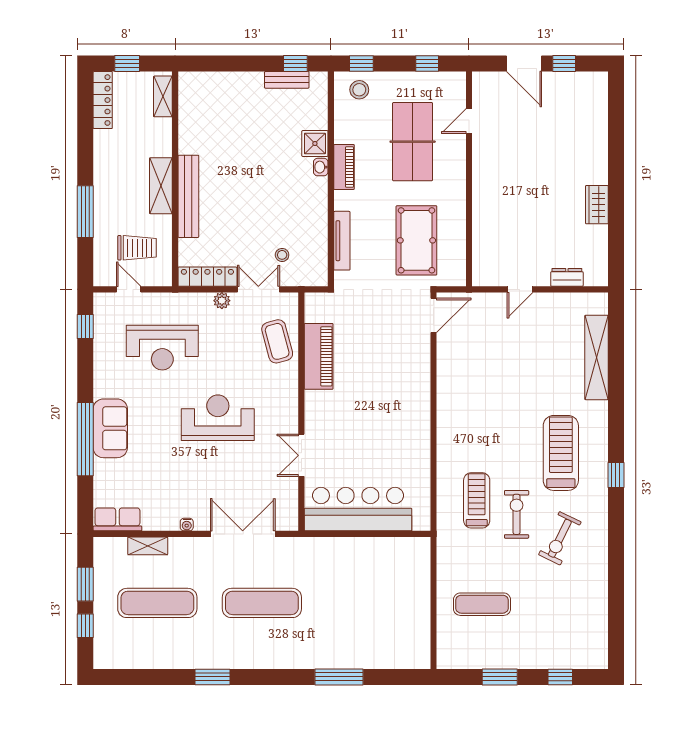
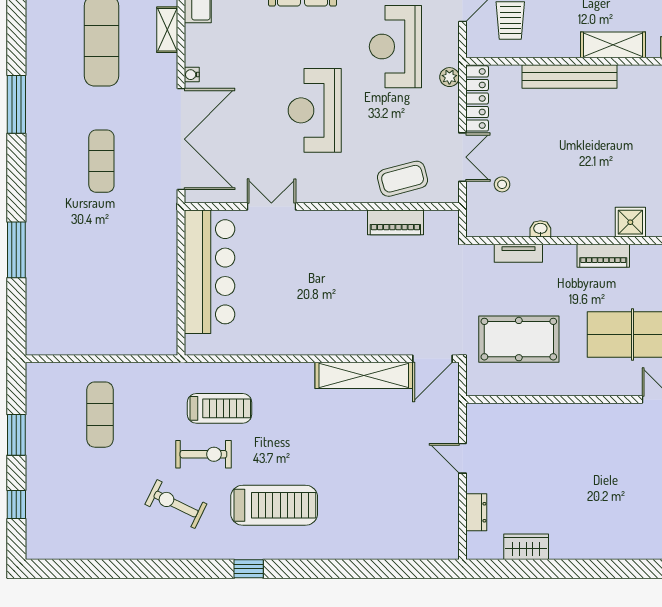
washbasin: (321, 167) -> (540, 229), moved
shelving: (161, 186) -> (613, 45), moved
wardrobe: (597, 205) -> (526, 547), moved
tv unit: (342, 241) -> (518, 253), width x0.71
plant: (222, 301) -> (449, 77), moved
door: (433, 315) -> (432, 359), hinge flipped
piano: (319, 356) -> (395, 222), width x0.73, depth x0.75
shelving: (597, 357) -> (364, 375), moved
reception desk: (218, 418) -> (315, 110), turned 180
double door: (243, 534) -> (181, 139), width x1.36
exercise mat: (262, 603) -> (101, 161), width x0.73, depth x0.69
window: (213, 677) -> (16, 104), width x1.44

